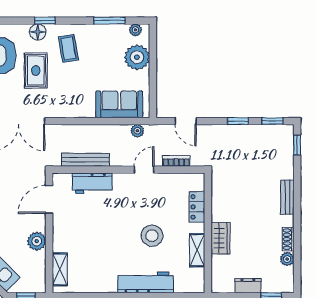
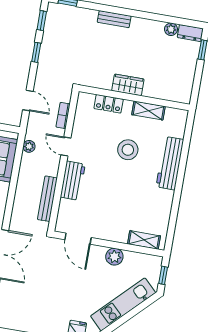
door: (186, 121) -> (28, 101), hinge flipped
workbench: (92, 183) -> (73, 181), moved
wardrobe: (220, 238) -> (128, 85), moved
shoe rack: (288, 239) -> (153, 25), removed
dresser: (248, 286) -> (190, 33), moved, turned -90

